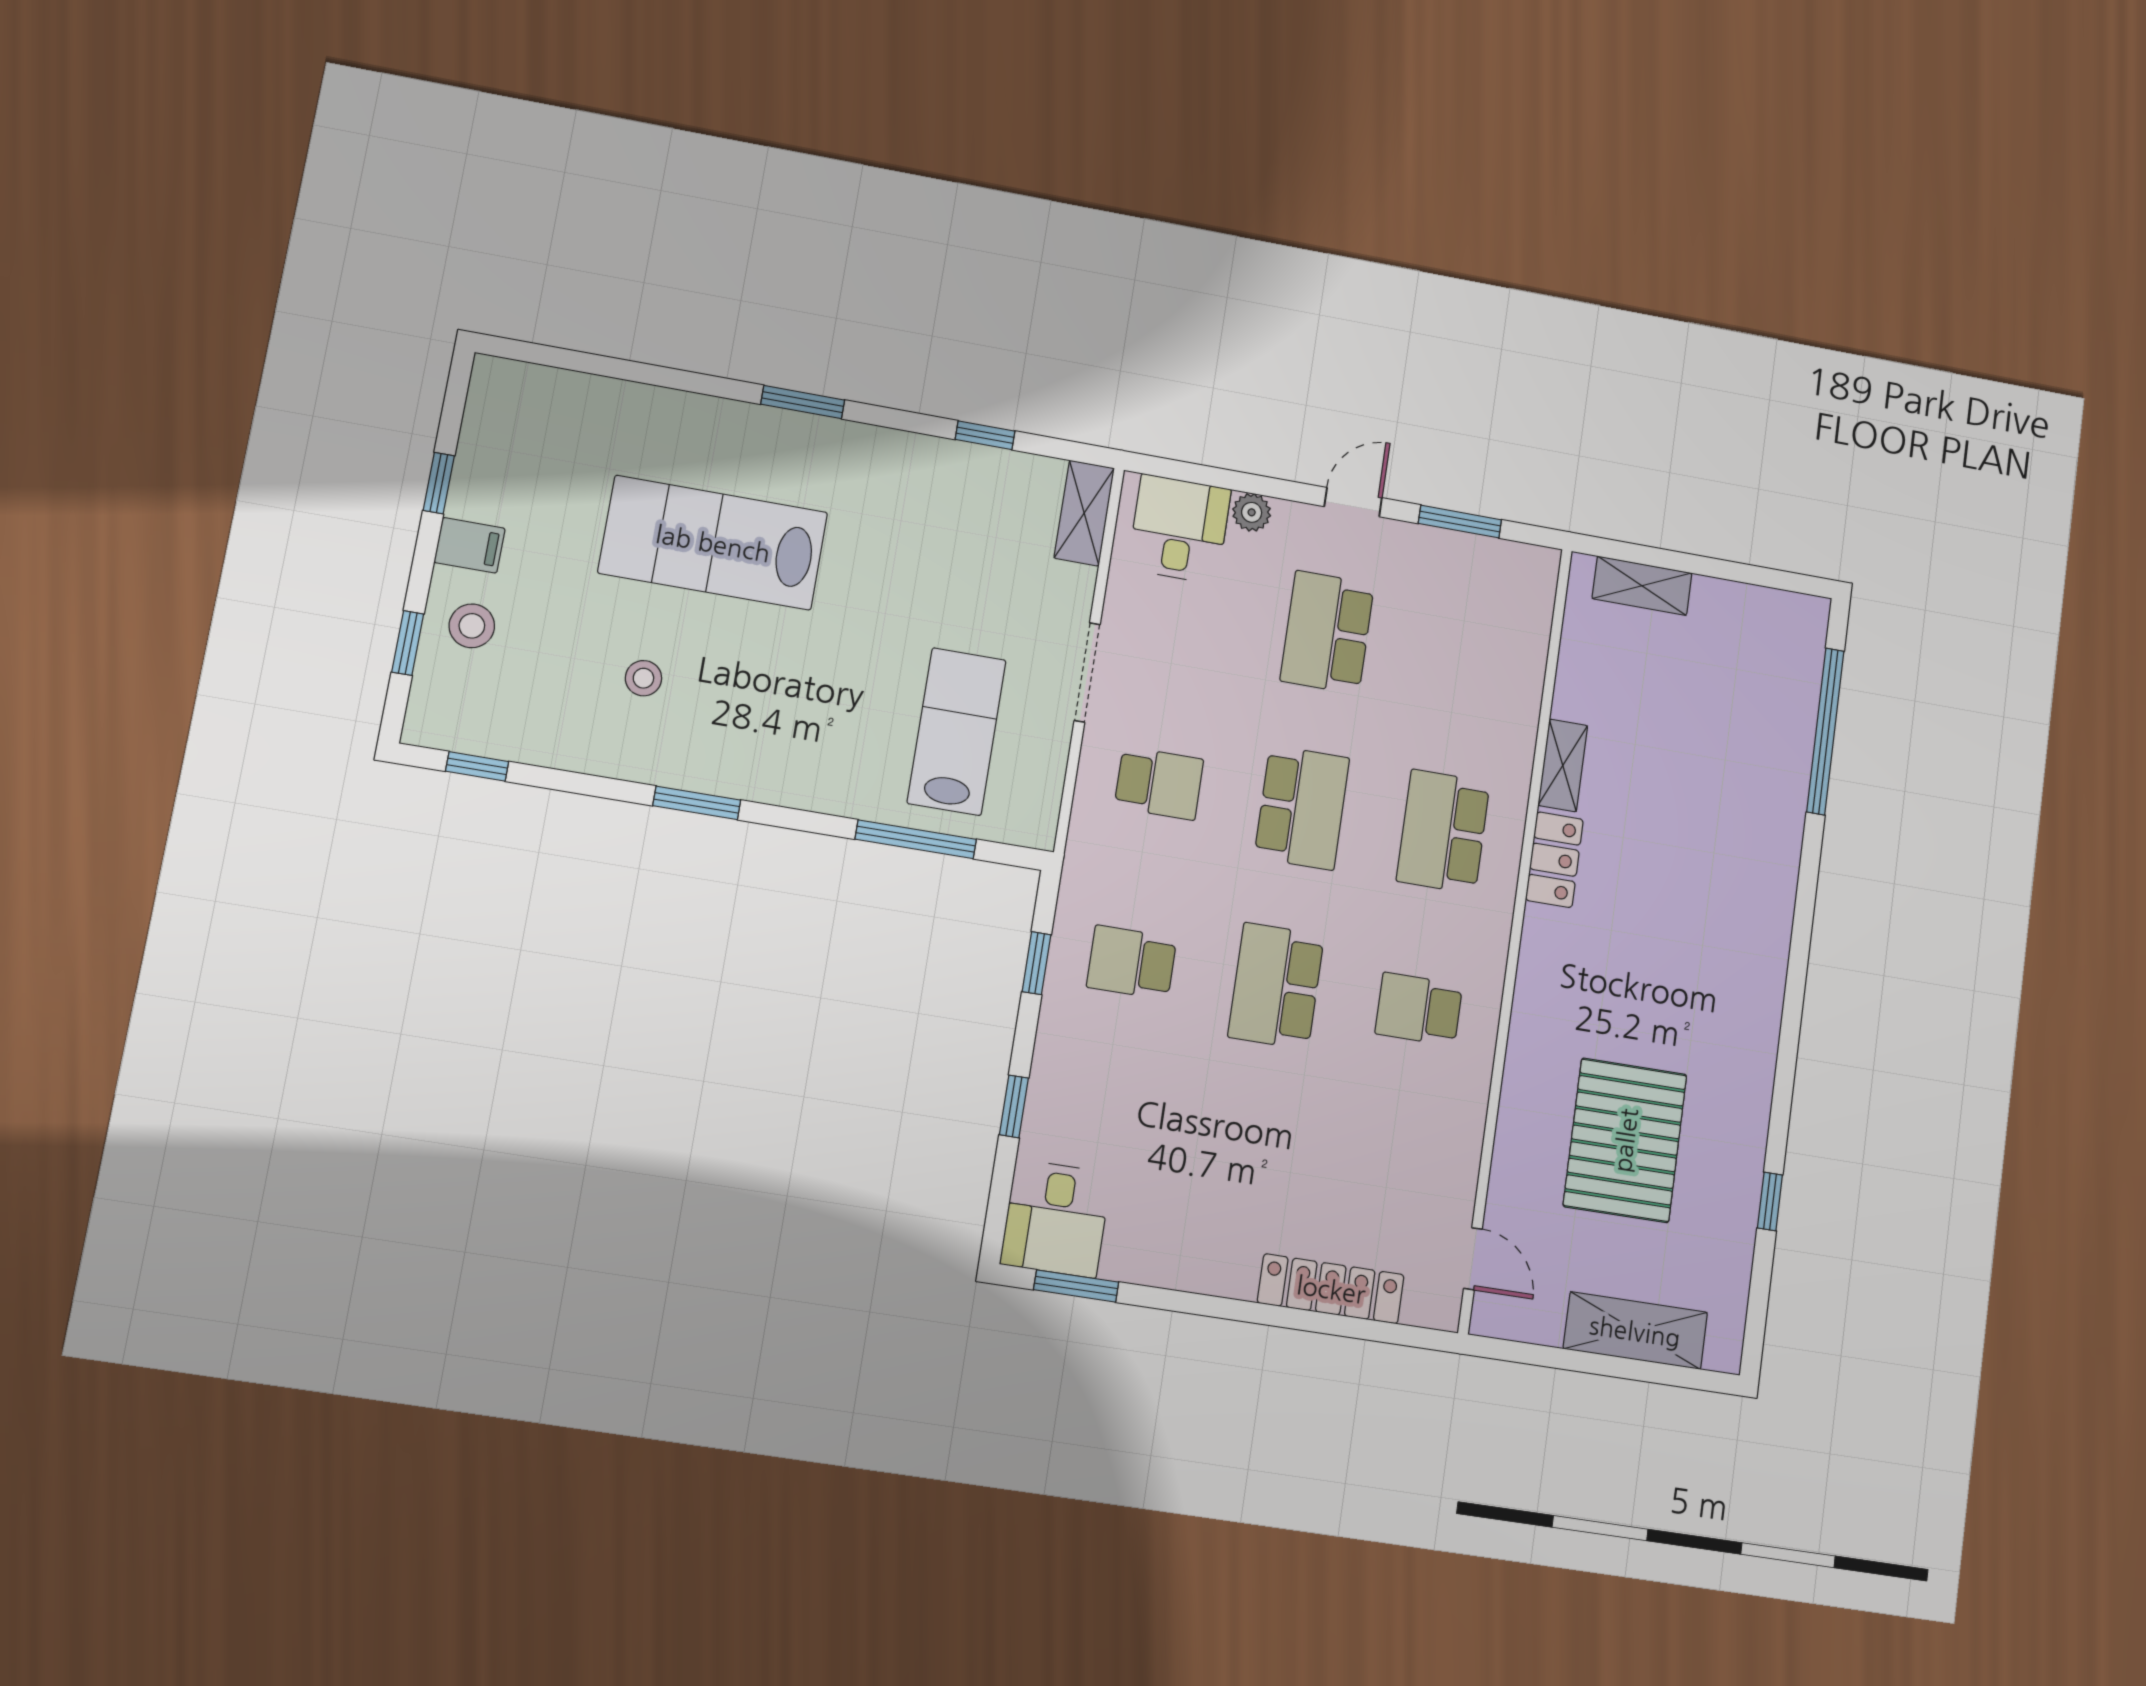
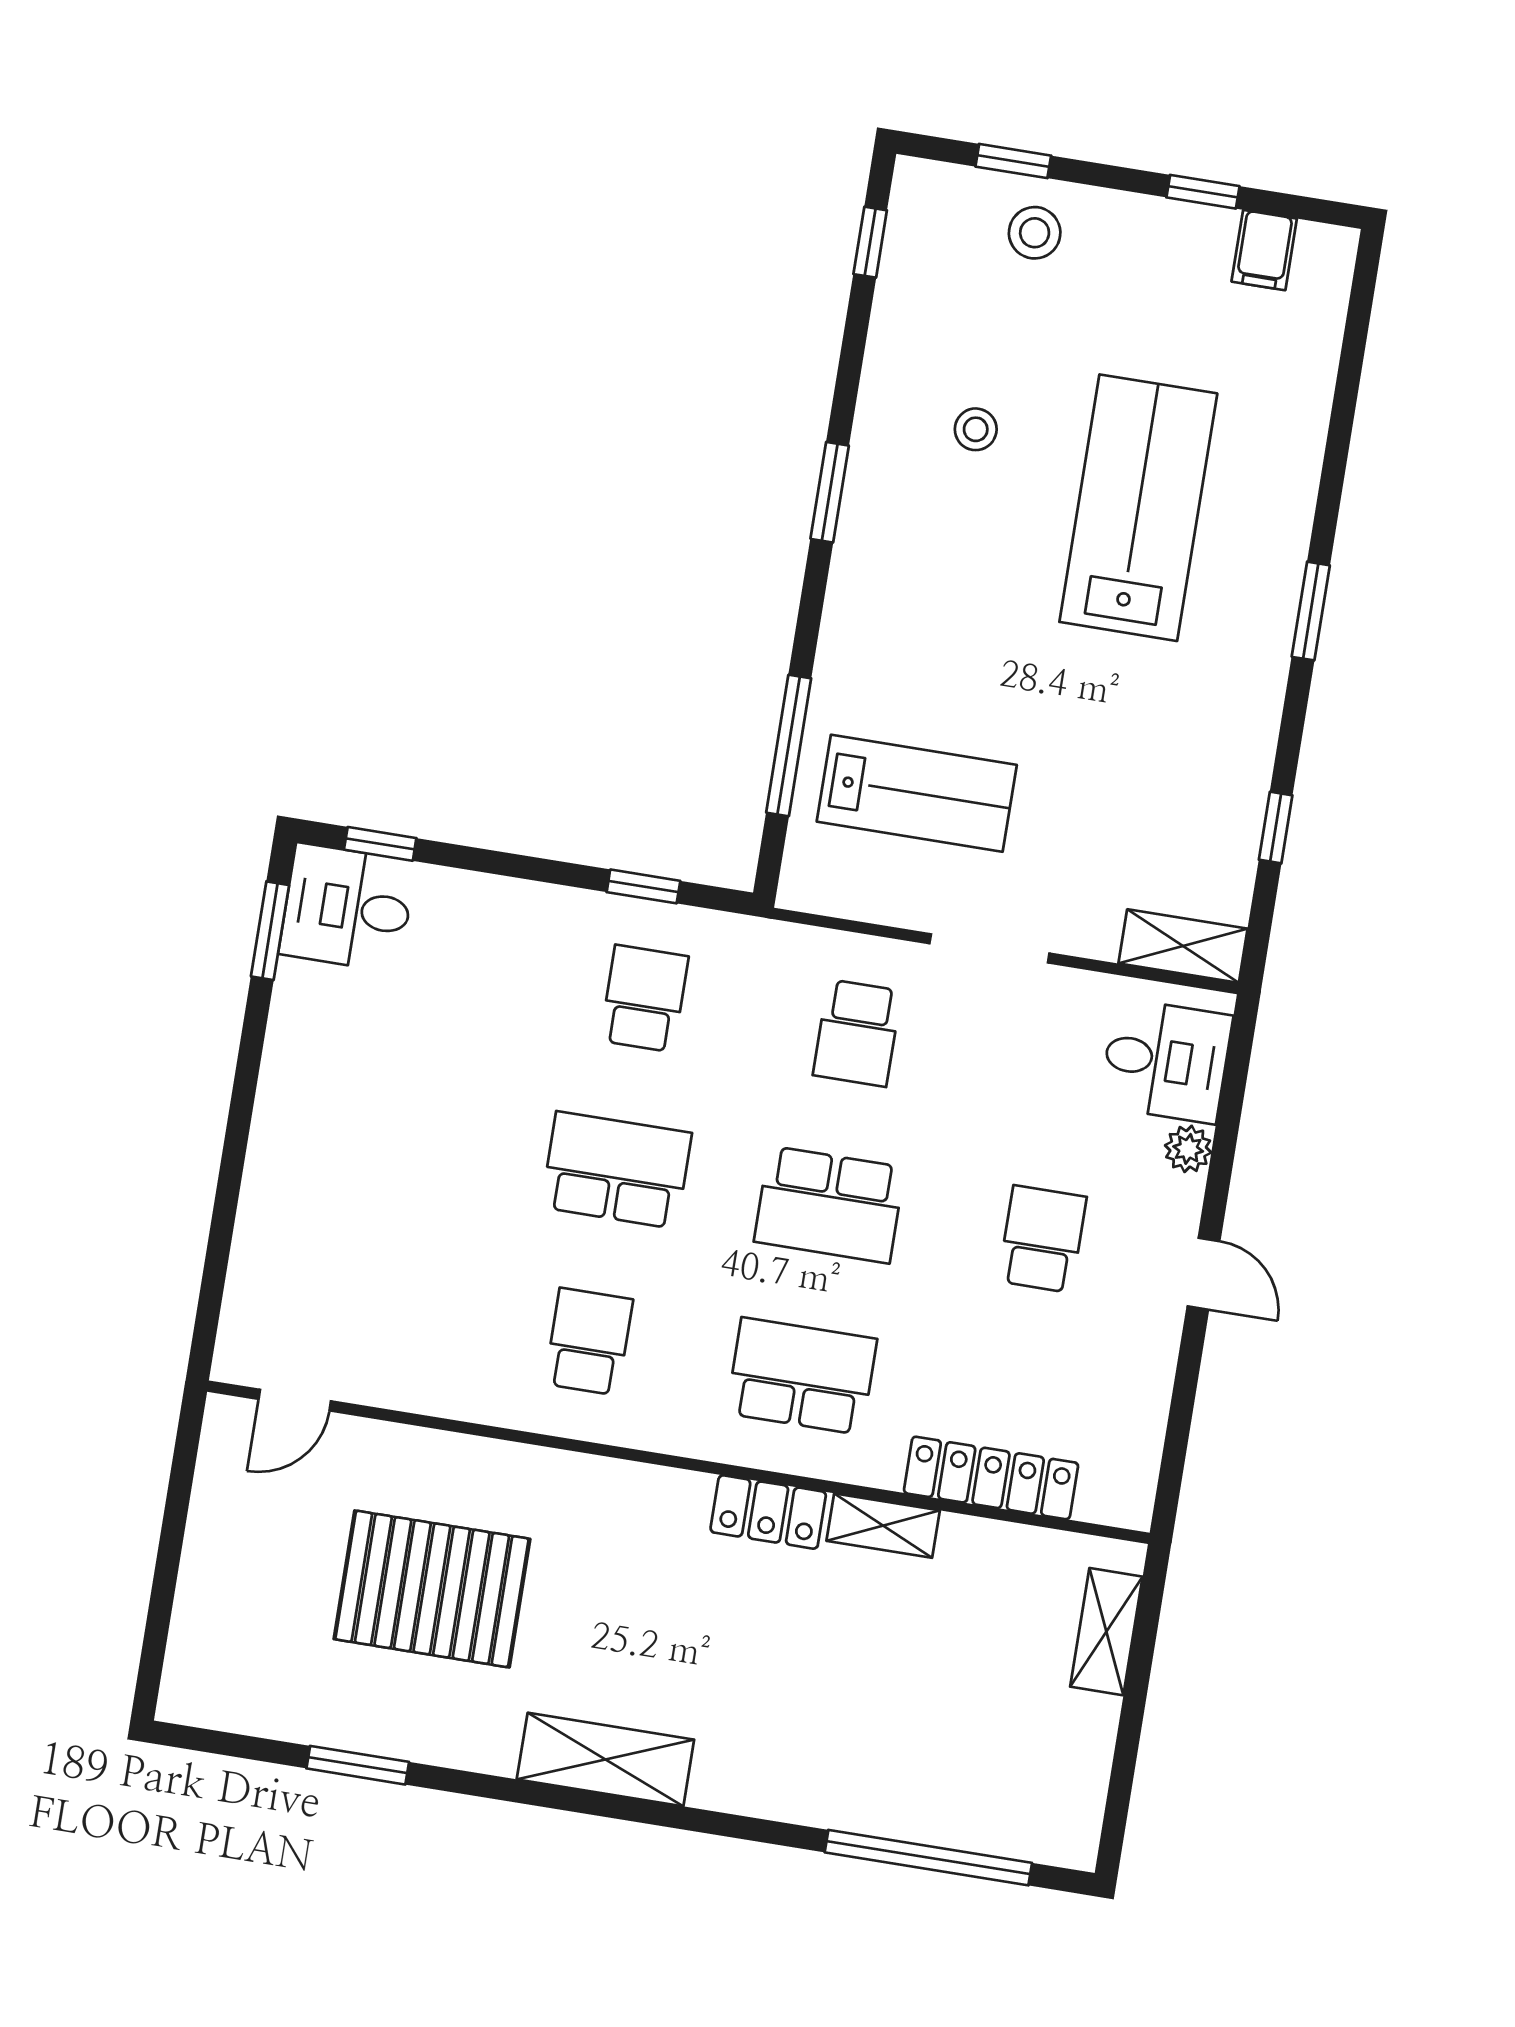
window: (1460, 522) -> (1182, 1405), removed
filing cabinet: (470, 545) -> (1264, 250), moved
school desk: (1327, 632) -> (1042, 1239), width x0.54
window: (1014, 1106) -> (380, 844), moved
window: (1770, 1201) -> (358, 1765), width x1.50
locker: (1331, 1289) -> (991, 1478), moved, turned -90
shelving: (1635, 1331) -> (605, 1759), moved, turned 90

